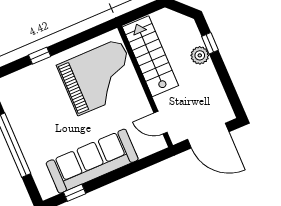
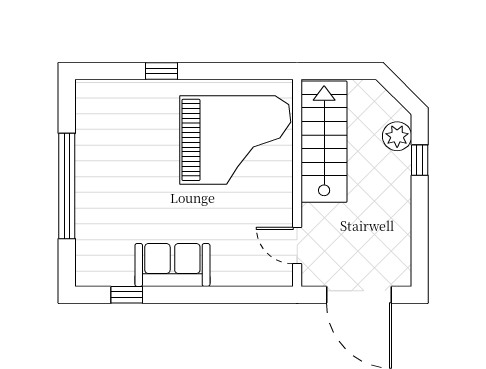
plant: (200, 55) -> (397, 136), moved
sofa: (92, 161) -> (172, 265), width x0.54, depth x0.79

